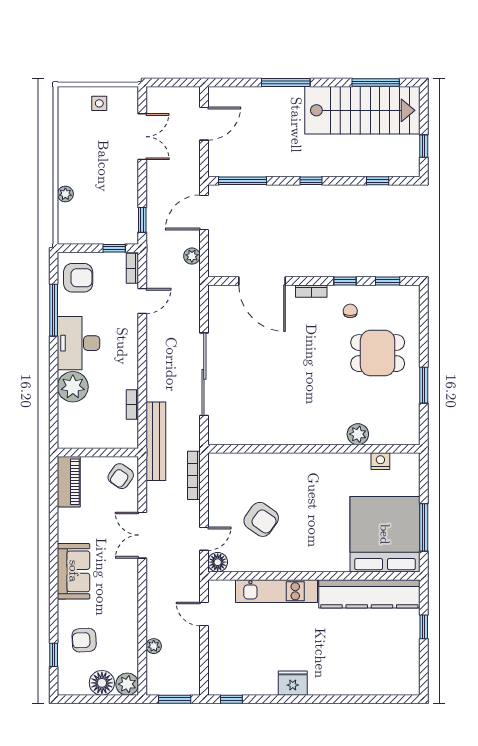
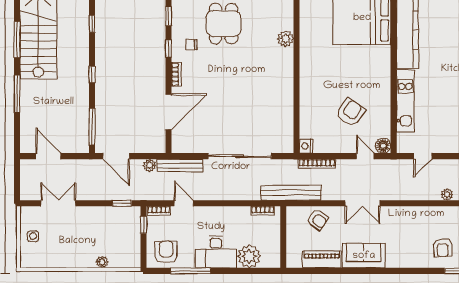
window: (376, 83) -> (17, 40), moved
bench: (192, 296) -> (180, 166), added
wall: (98, 453) -> (283, 237), moved
nightstand: (380, 461) -> (306, 146), moved
sofa: (74, 571) -> (364, 256), moved

